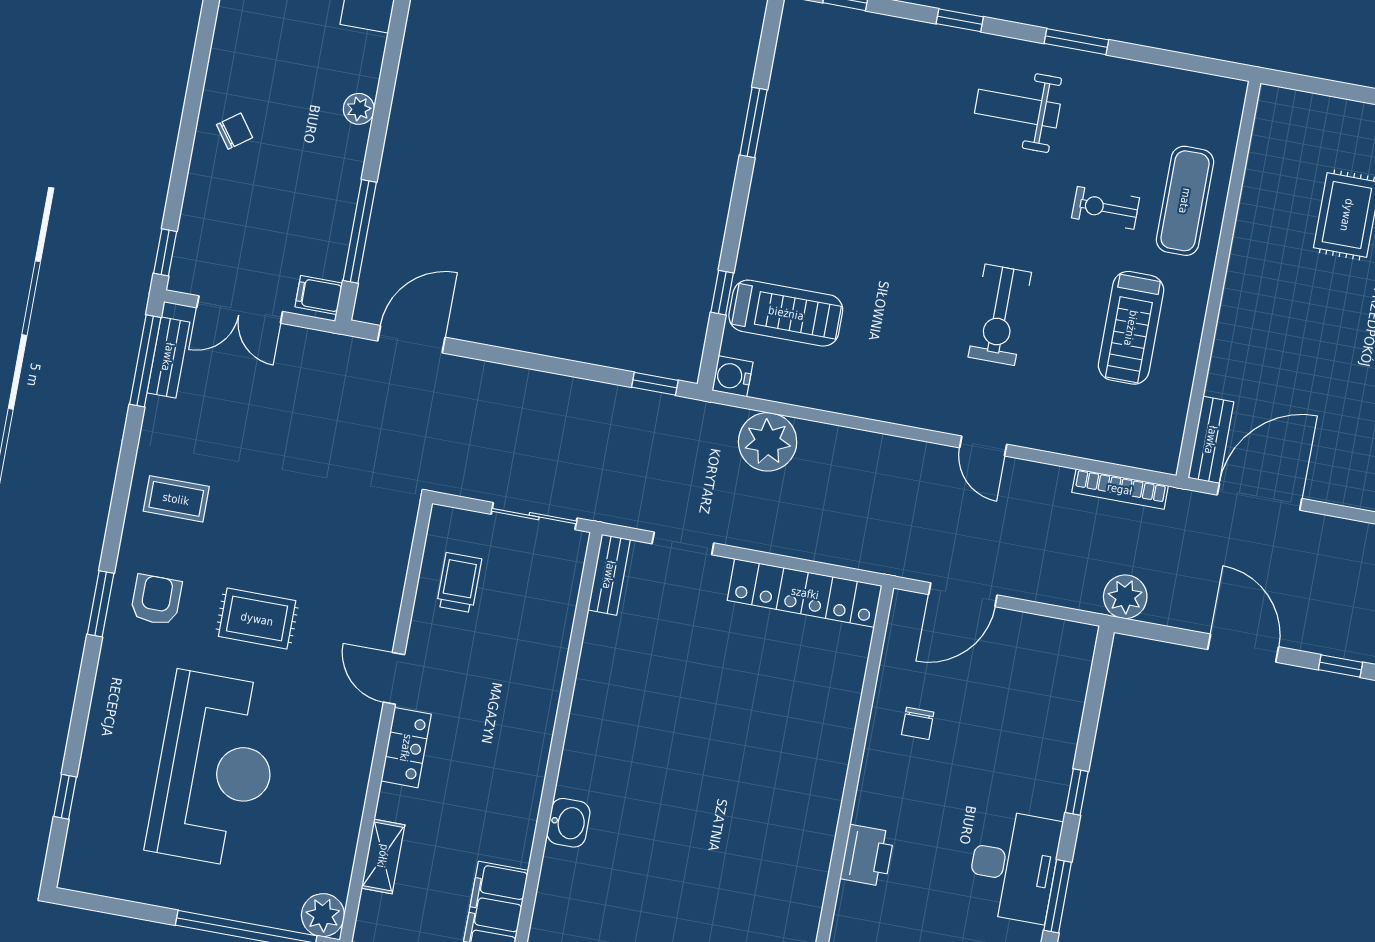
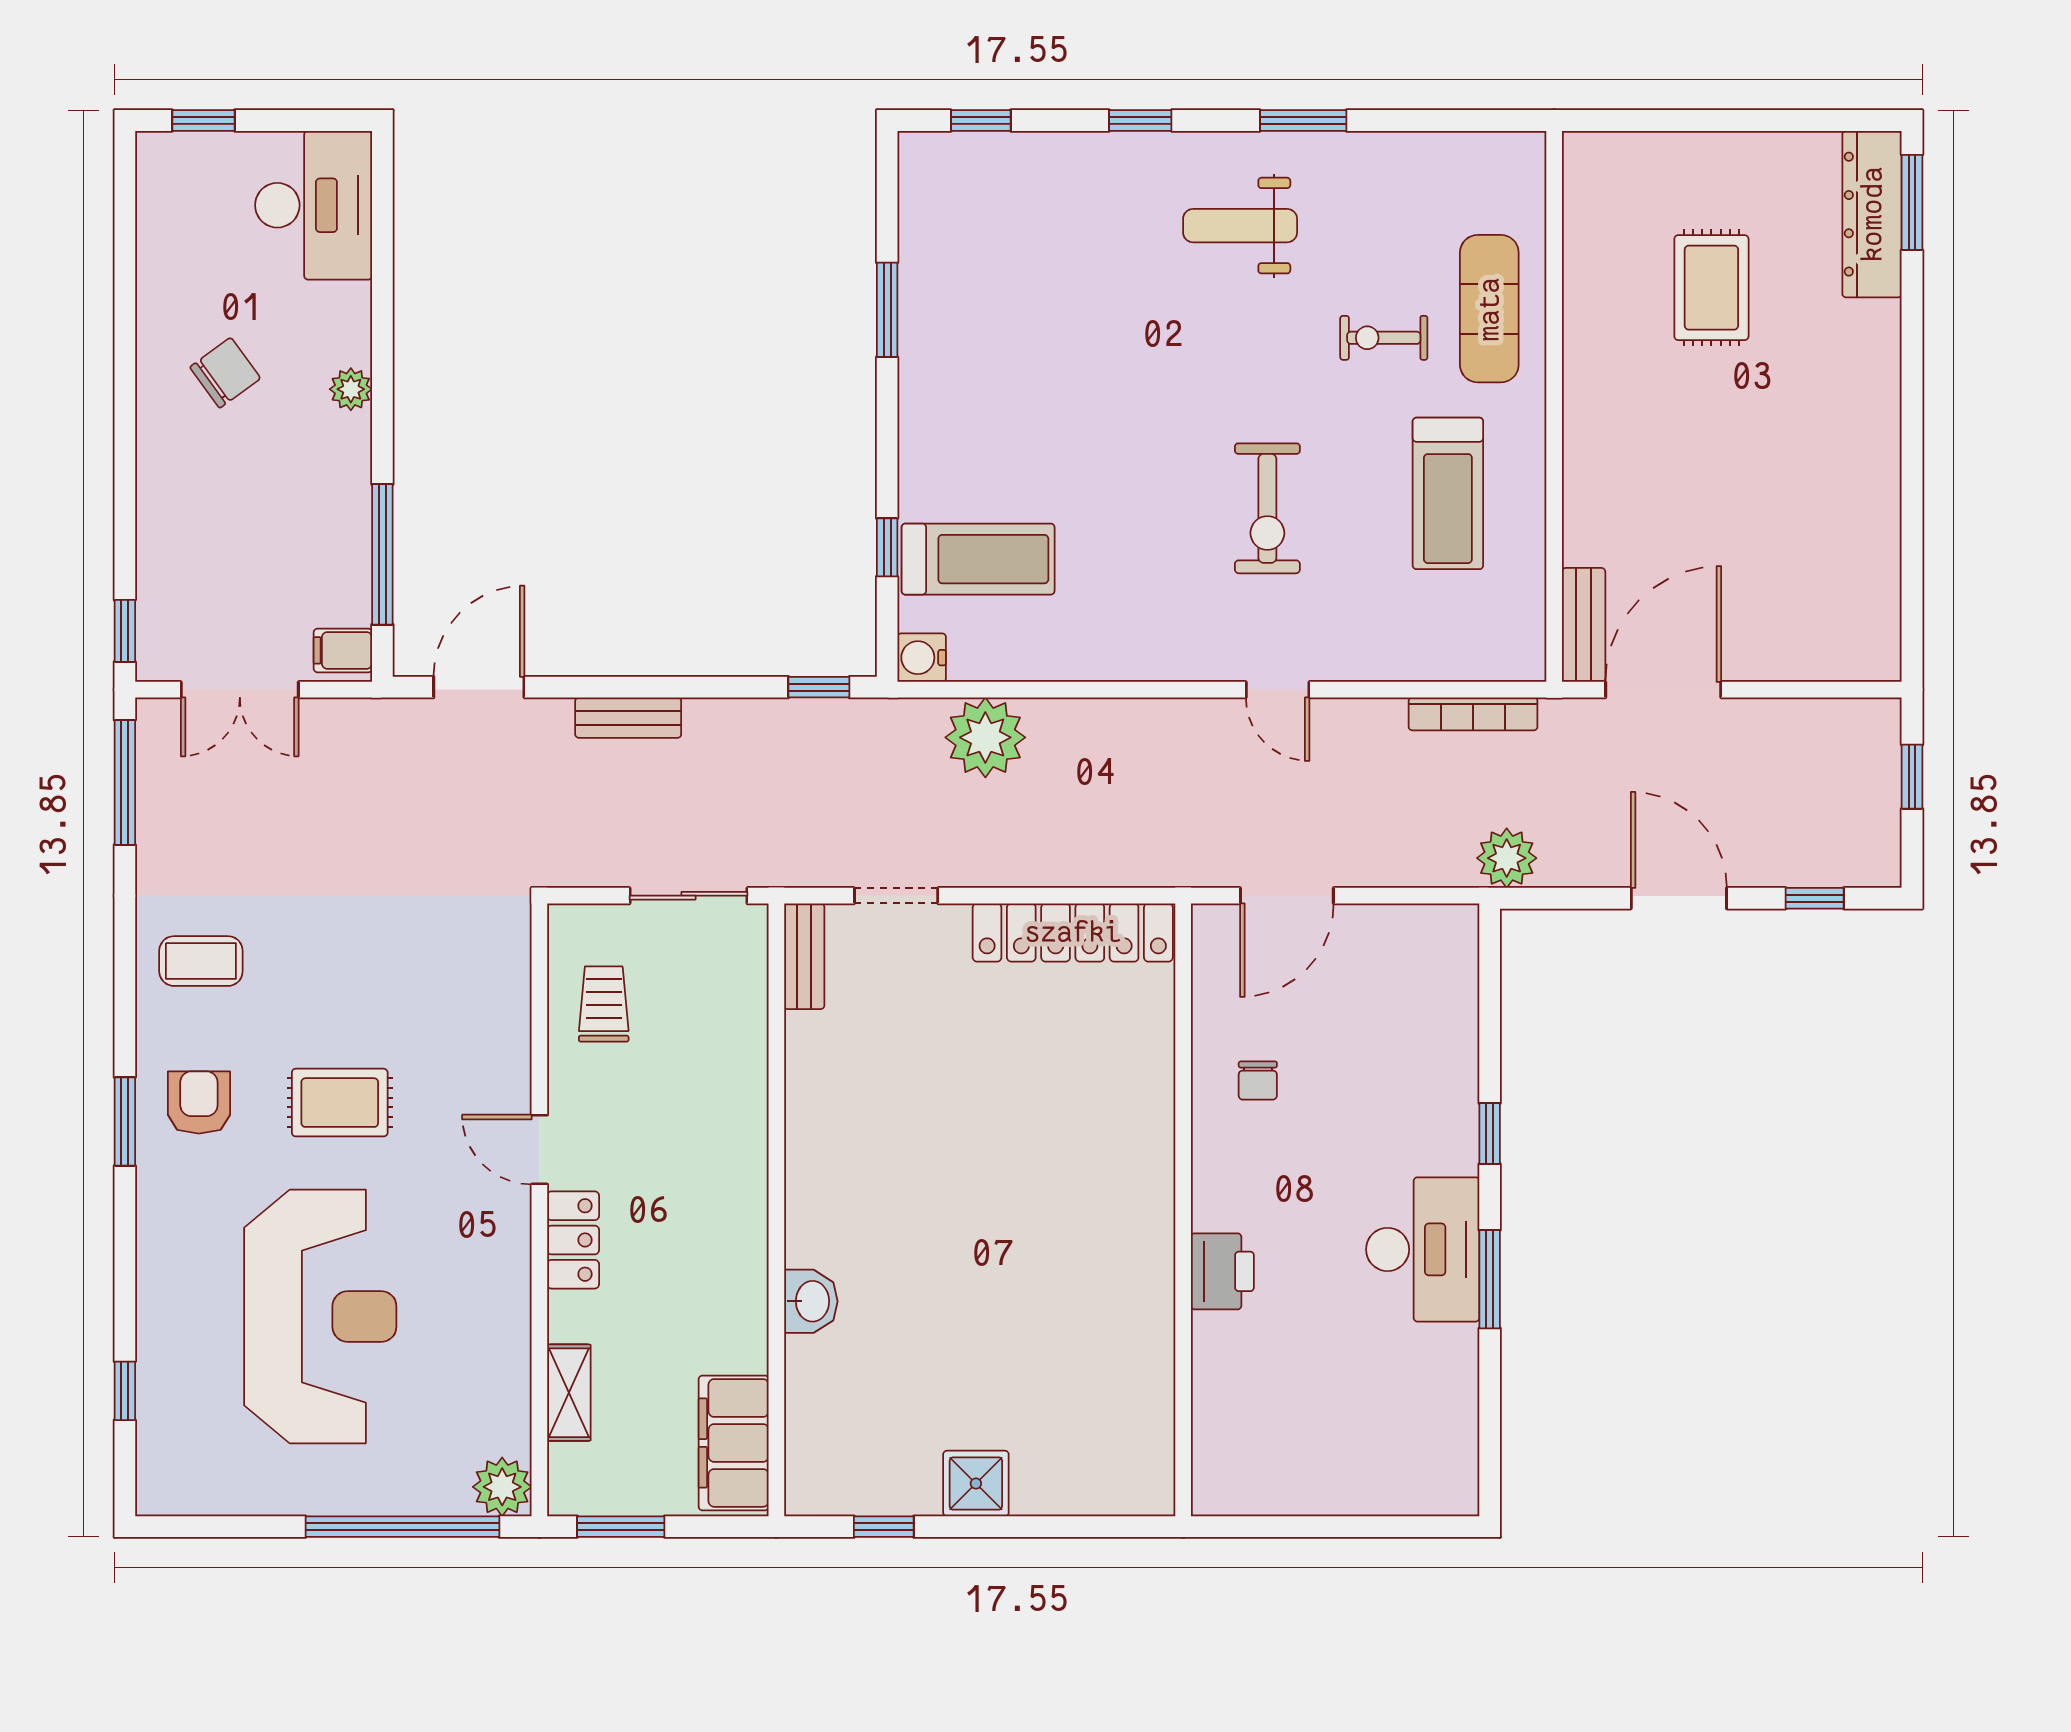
chair: (235, 131) -> (225, 373), moved, width x1.37, depth x1.37
bench: (168, 357) -> (628, 718), moved, turned 90

